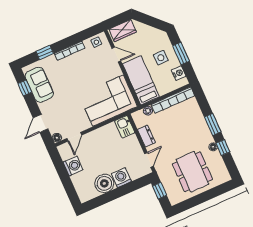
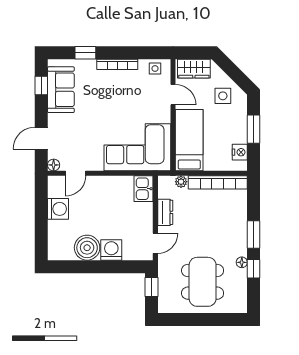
side table: (161, 58) -> (223, 96), moved

